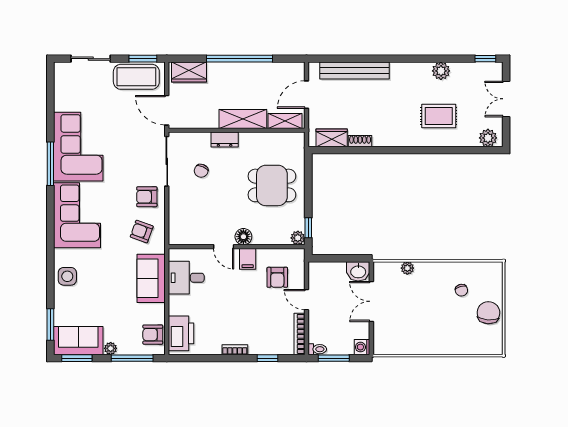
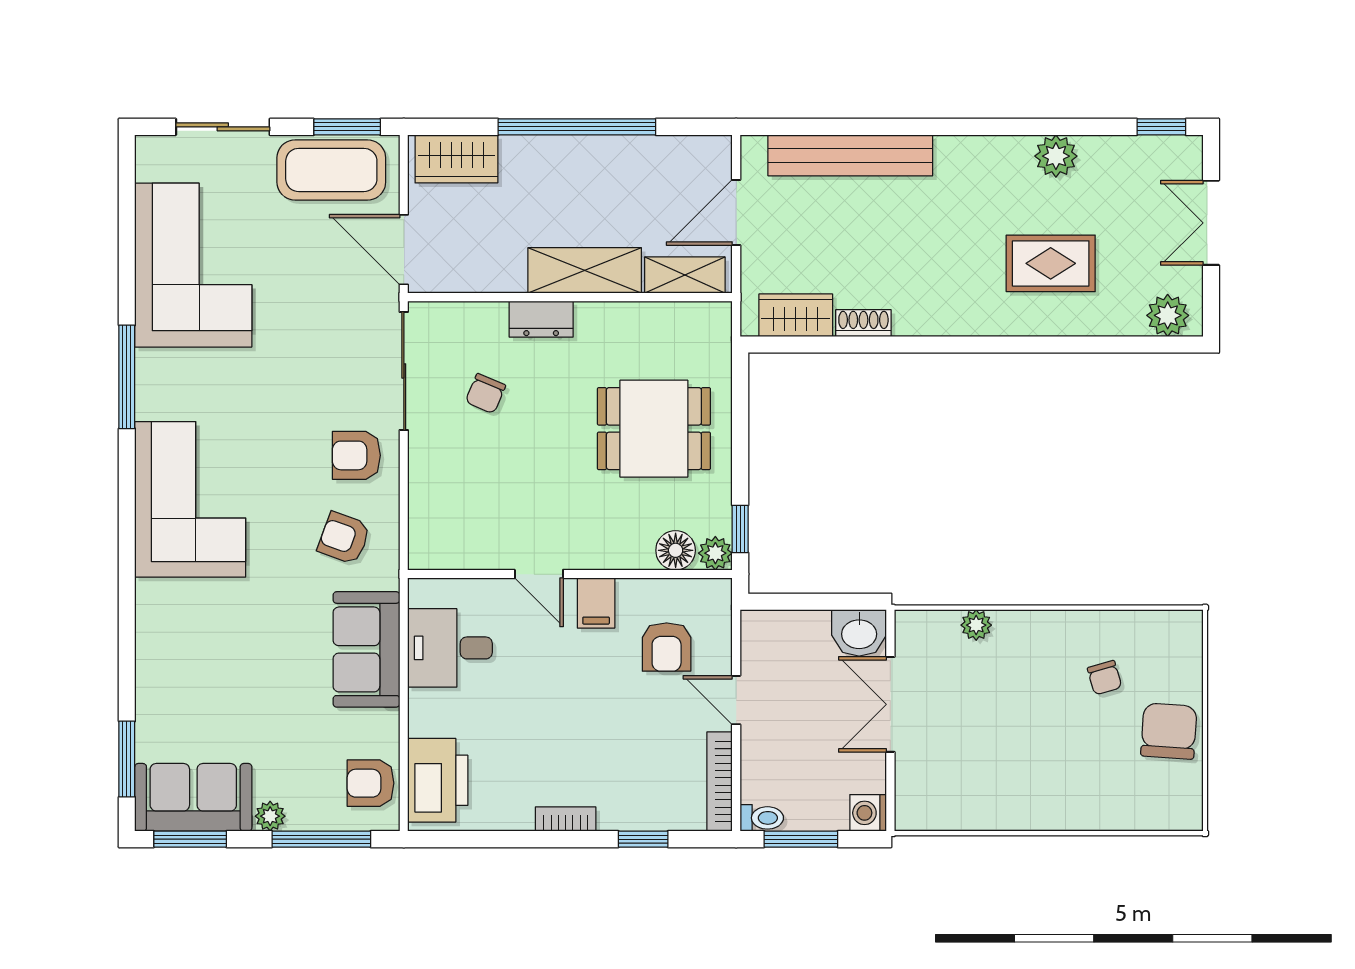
corner sofa: (78, 147) -> (193, 265), moved
floor lamp: (243, 237) -> (676, 550), moved
side table: (67, 276) -> (167, 645), removed

